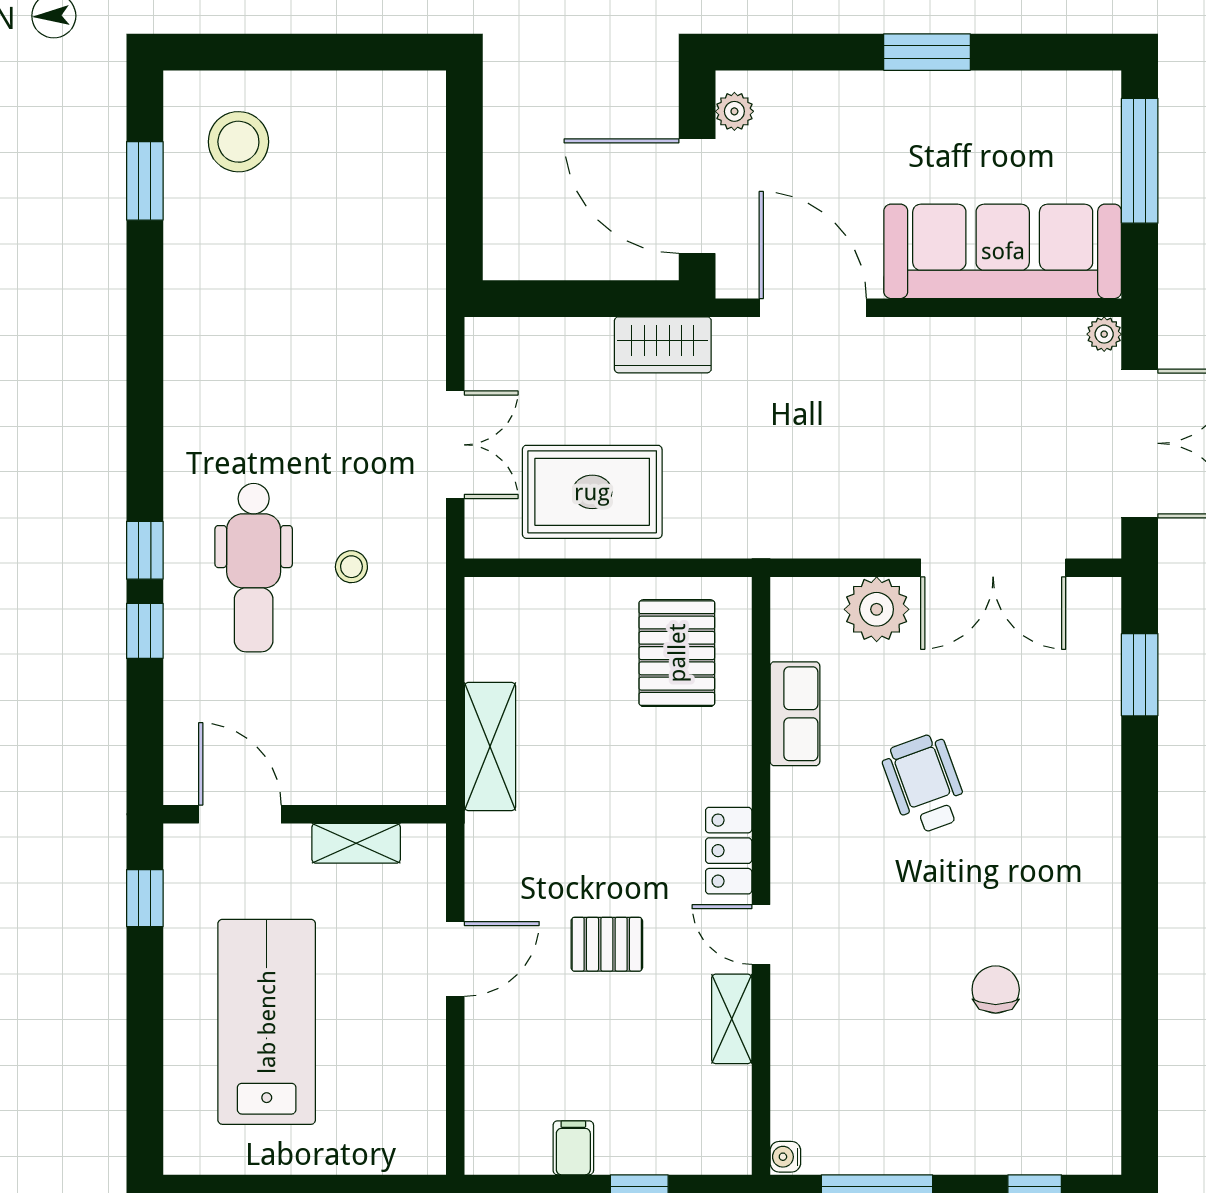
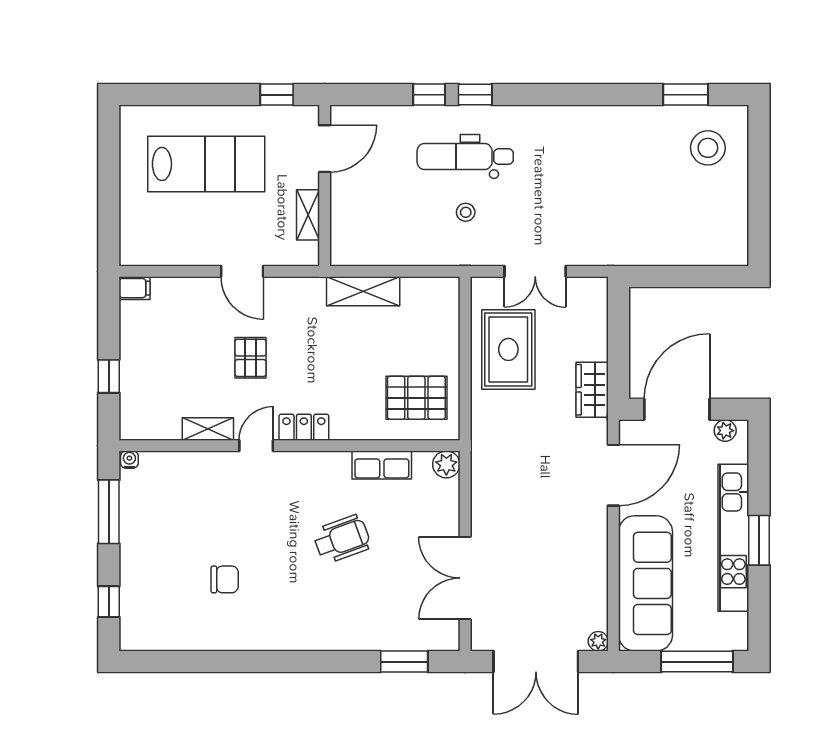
kitchen unit: (922, 97) -> (733, 538), added
plant: (877, 609) -> (446, 464), moved, width x0.73, depth x0.73
filing cabinet: (573, 1148) -> (134, 288), moved

